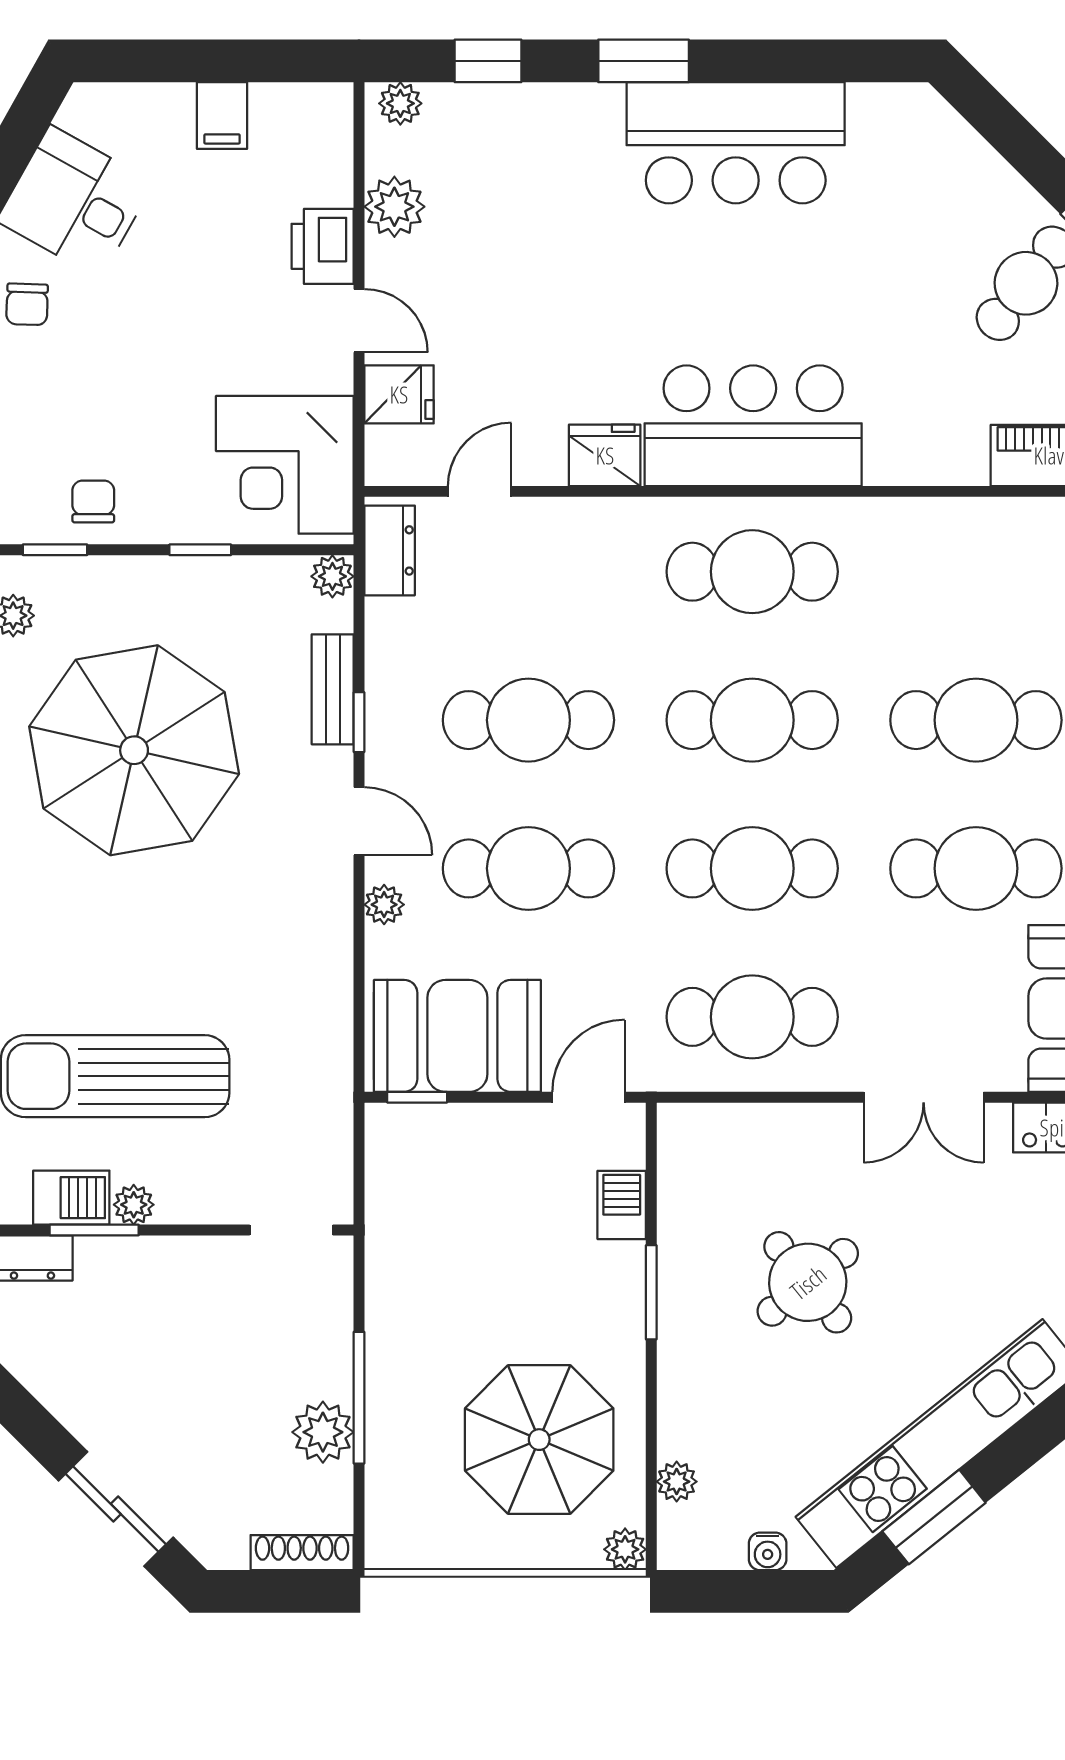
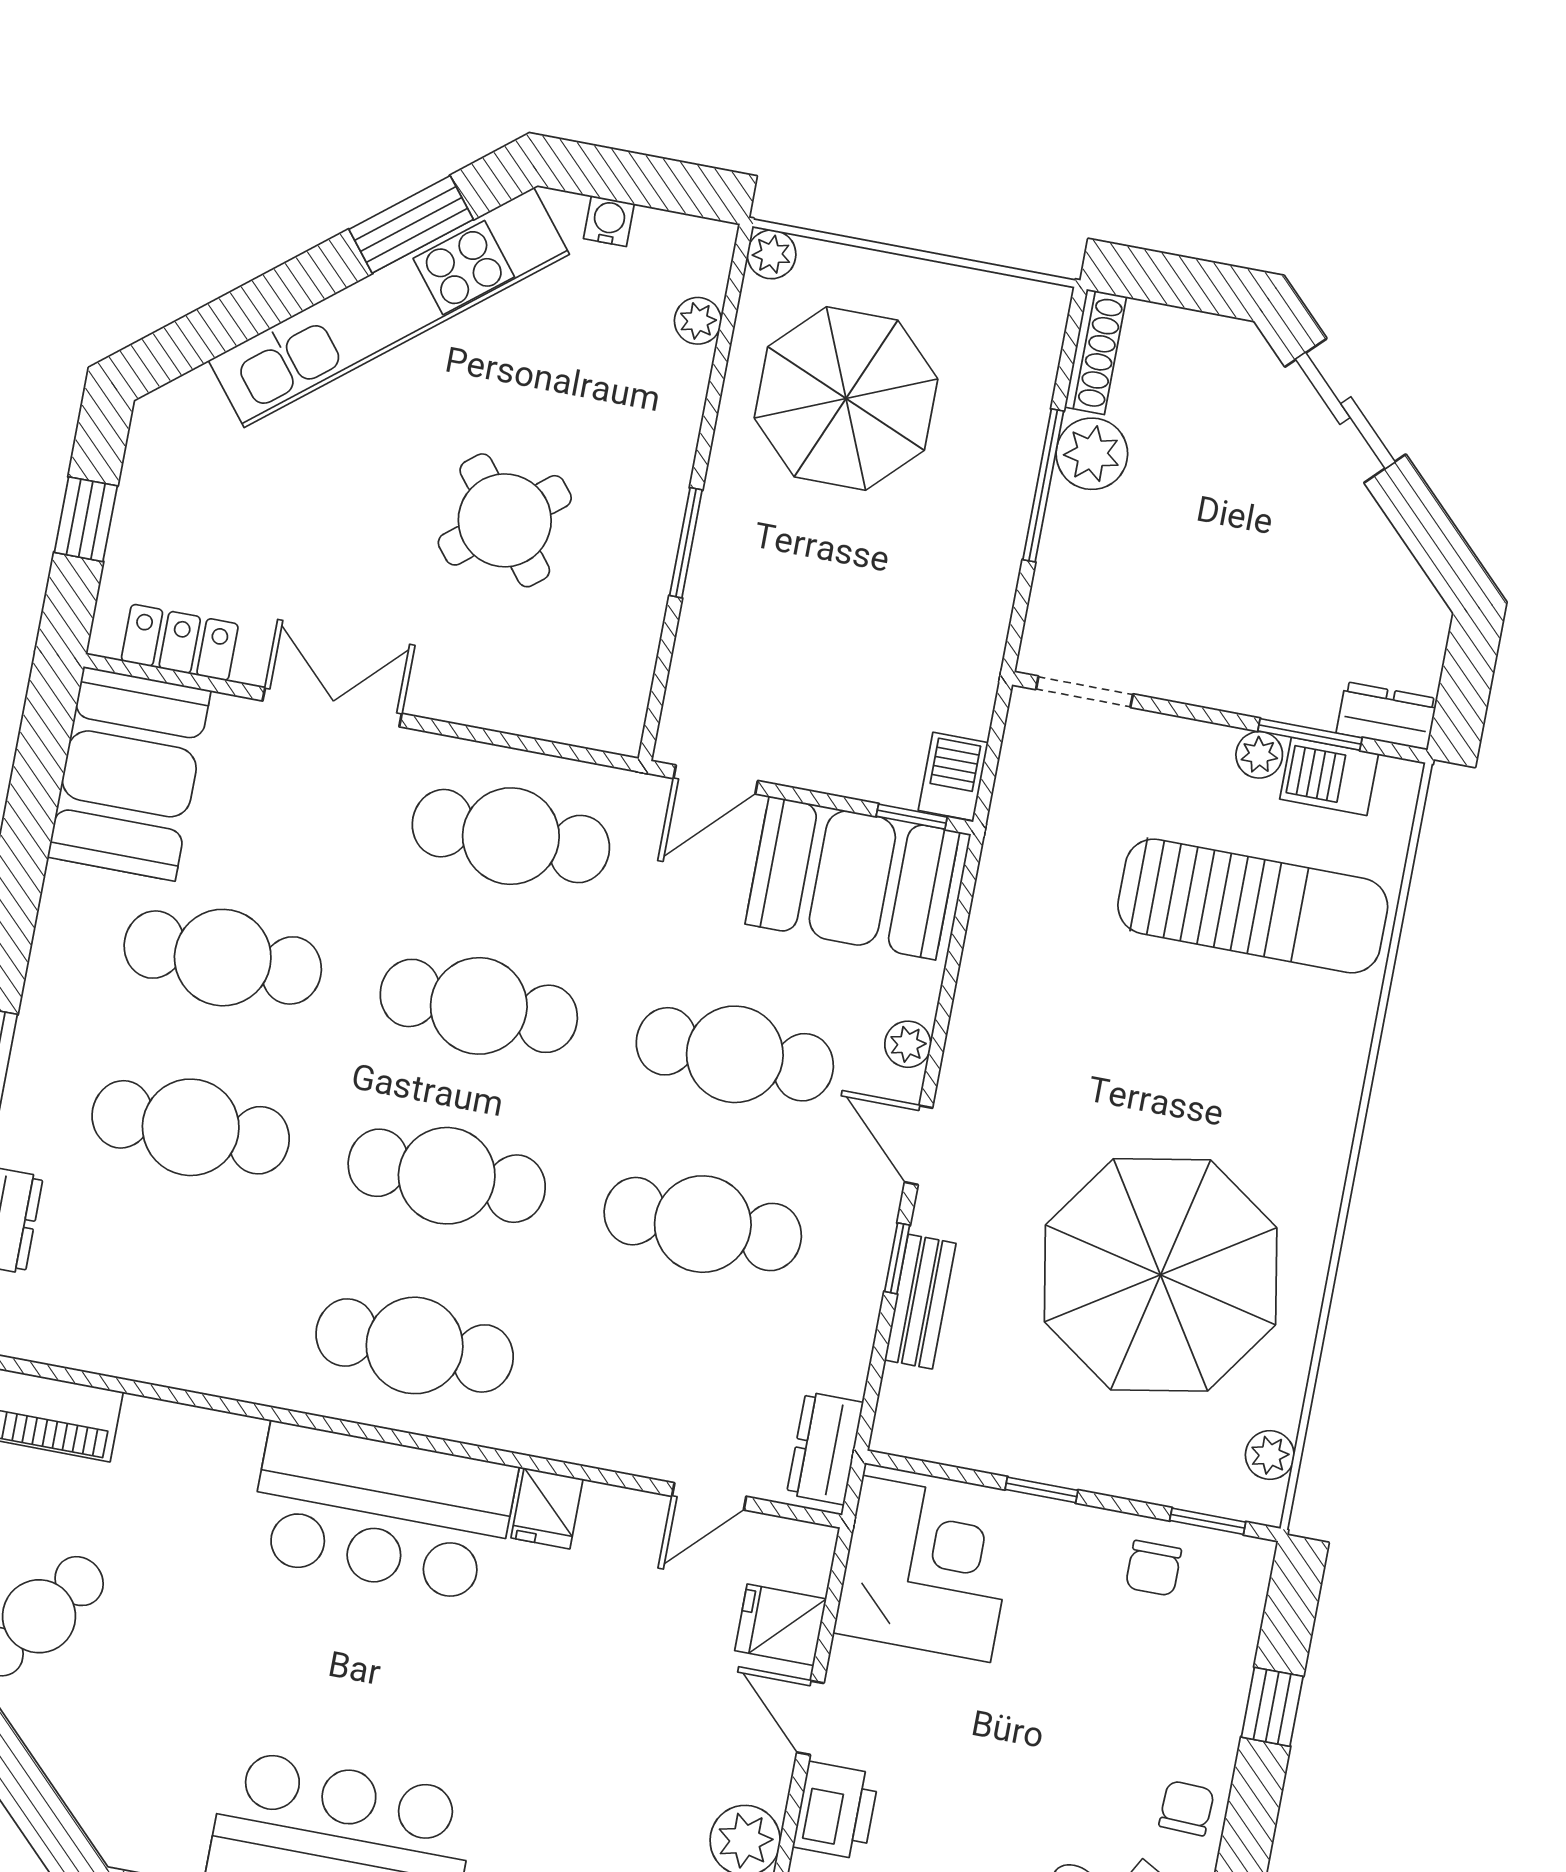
fridge: (605, 455) -> (547, 1508), width x0.72
plant: (332, 576) -> (896, 1431), removed
barbecue: (622, 1205) -> (953, 777), moved, turned 180
shoe rack: (302, 1553) -> (1095, 352), moved, turned -90

